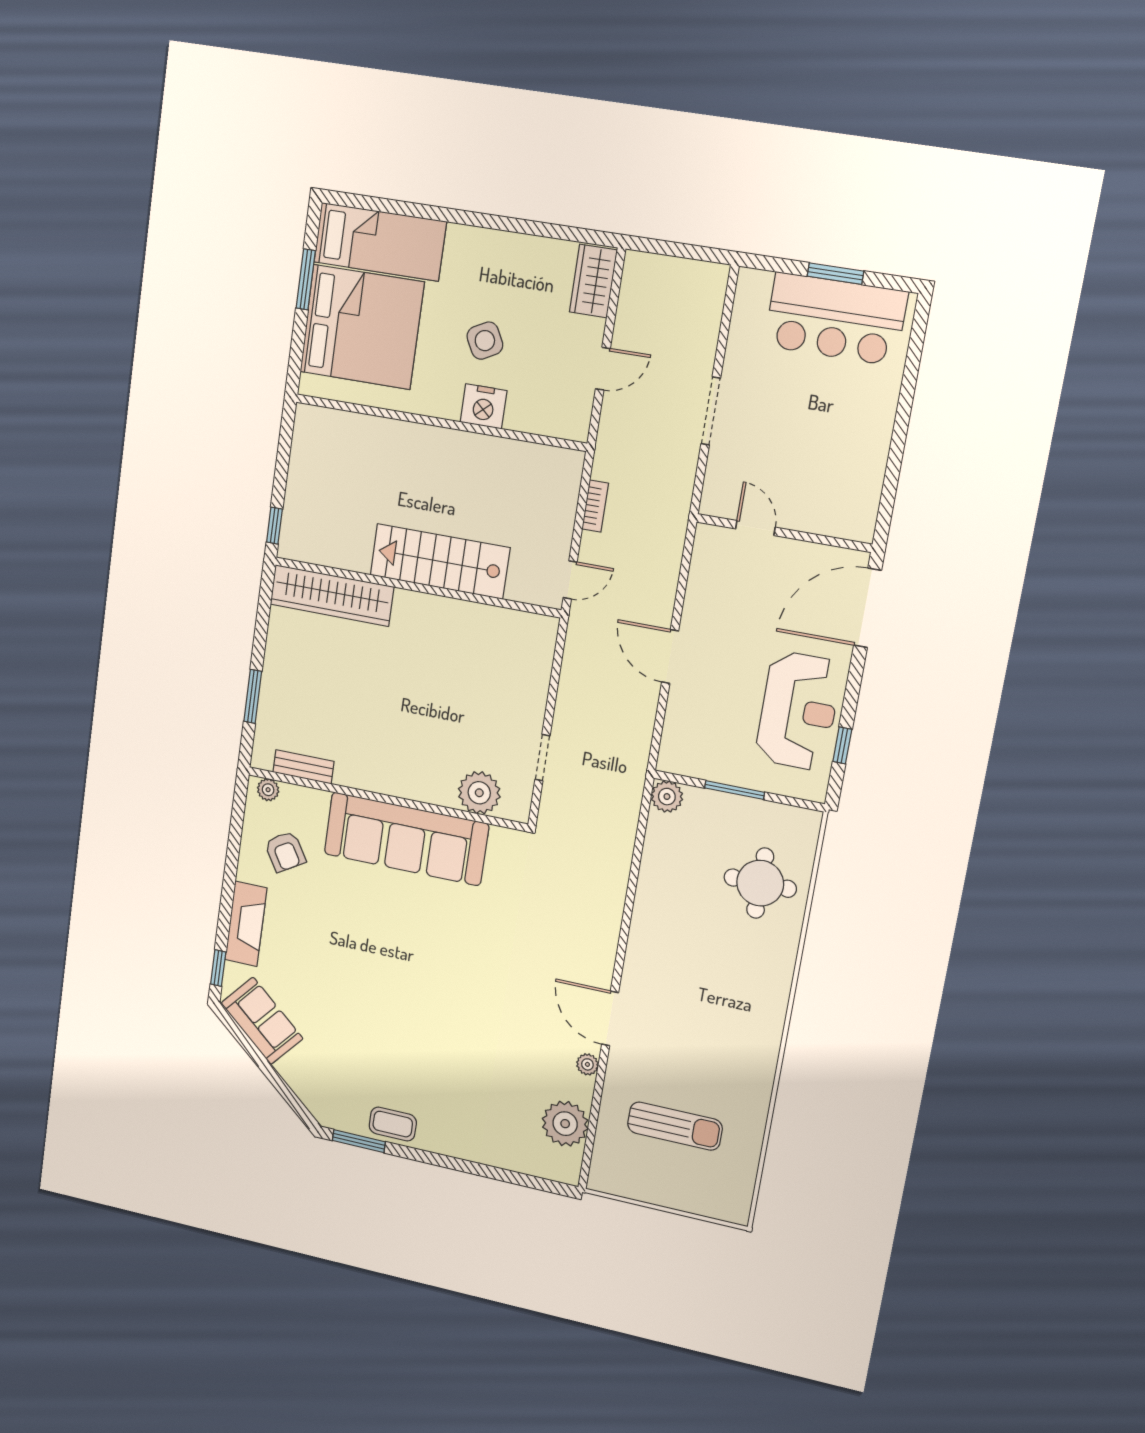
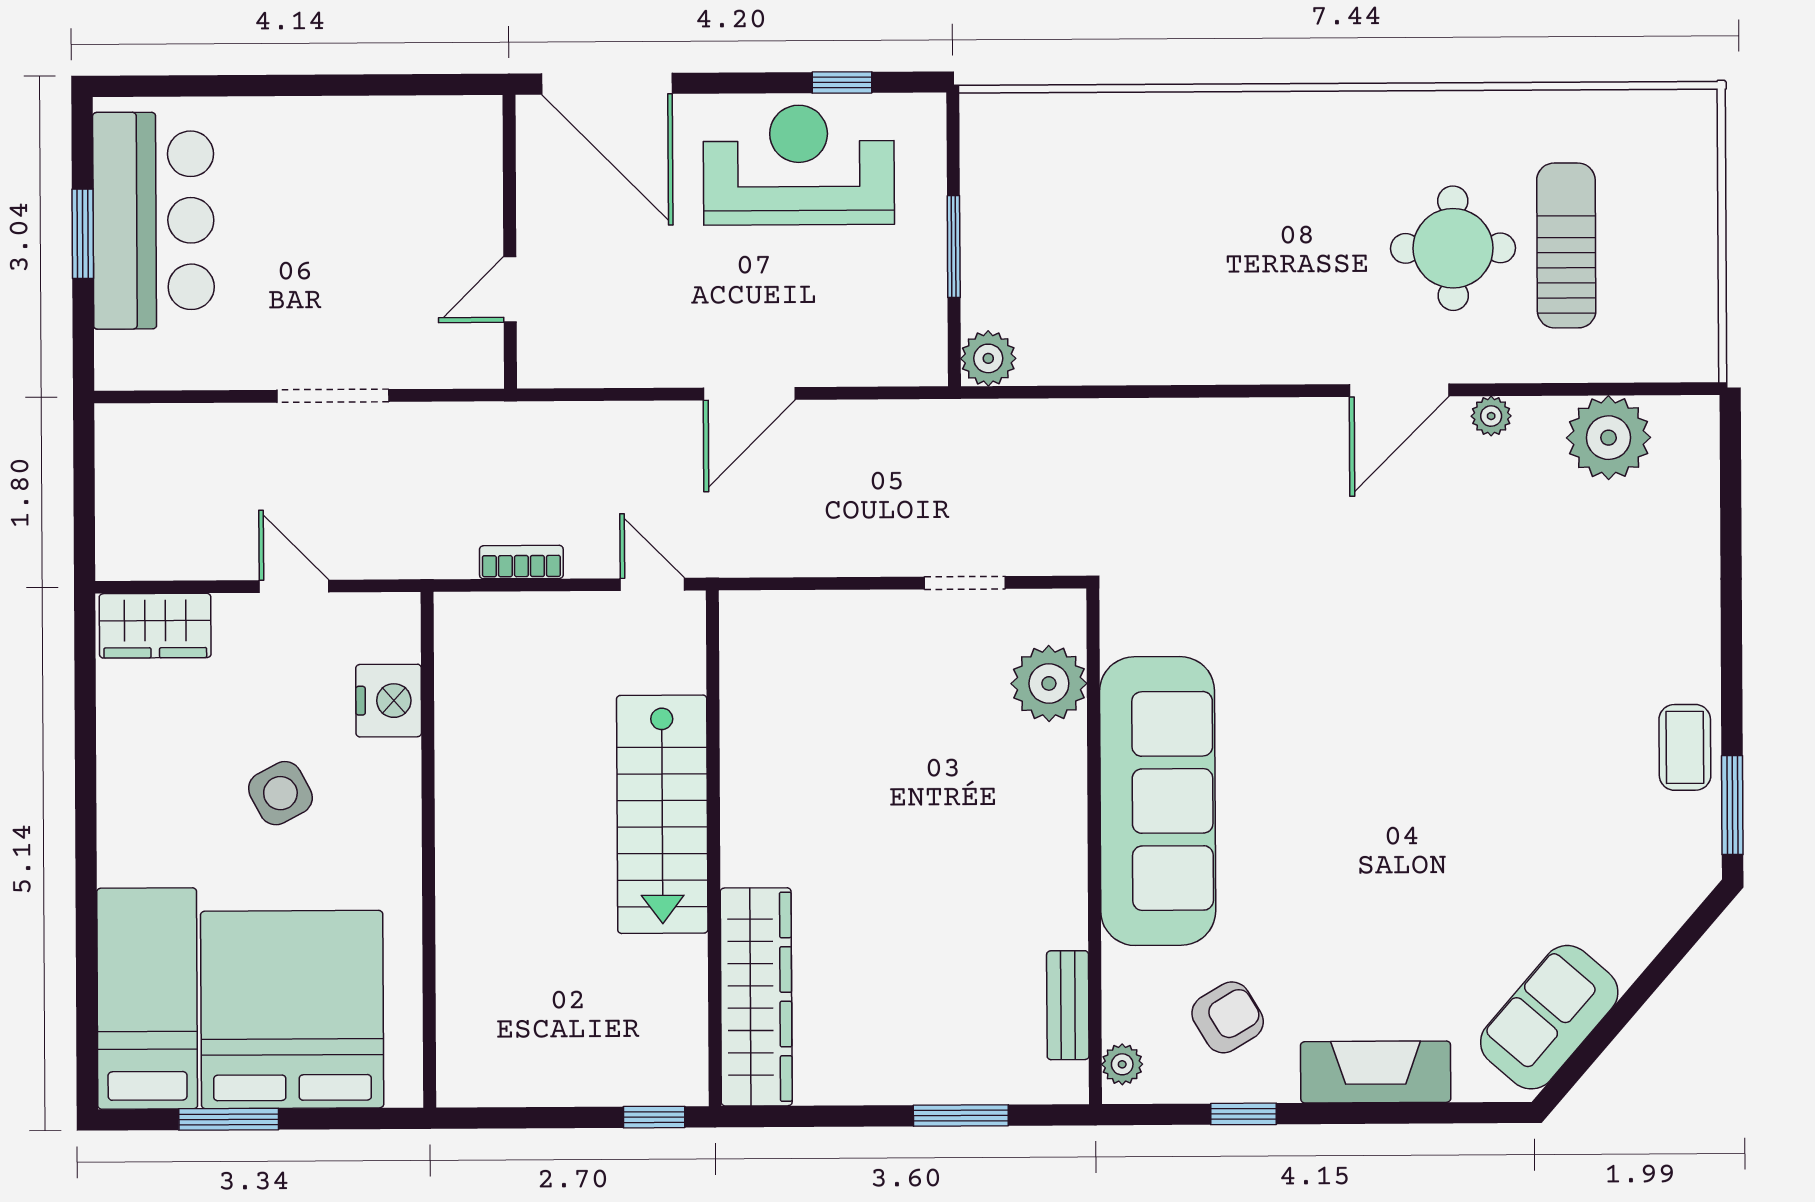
nightstand: (484, 406) -> (389, 701), moved
round table: (760, 883) -> (1453, 248), moved
window: (218, 968) -> (1244, 1114), moved

